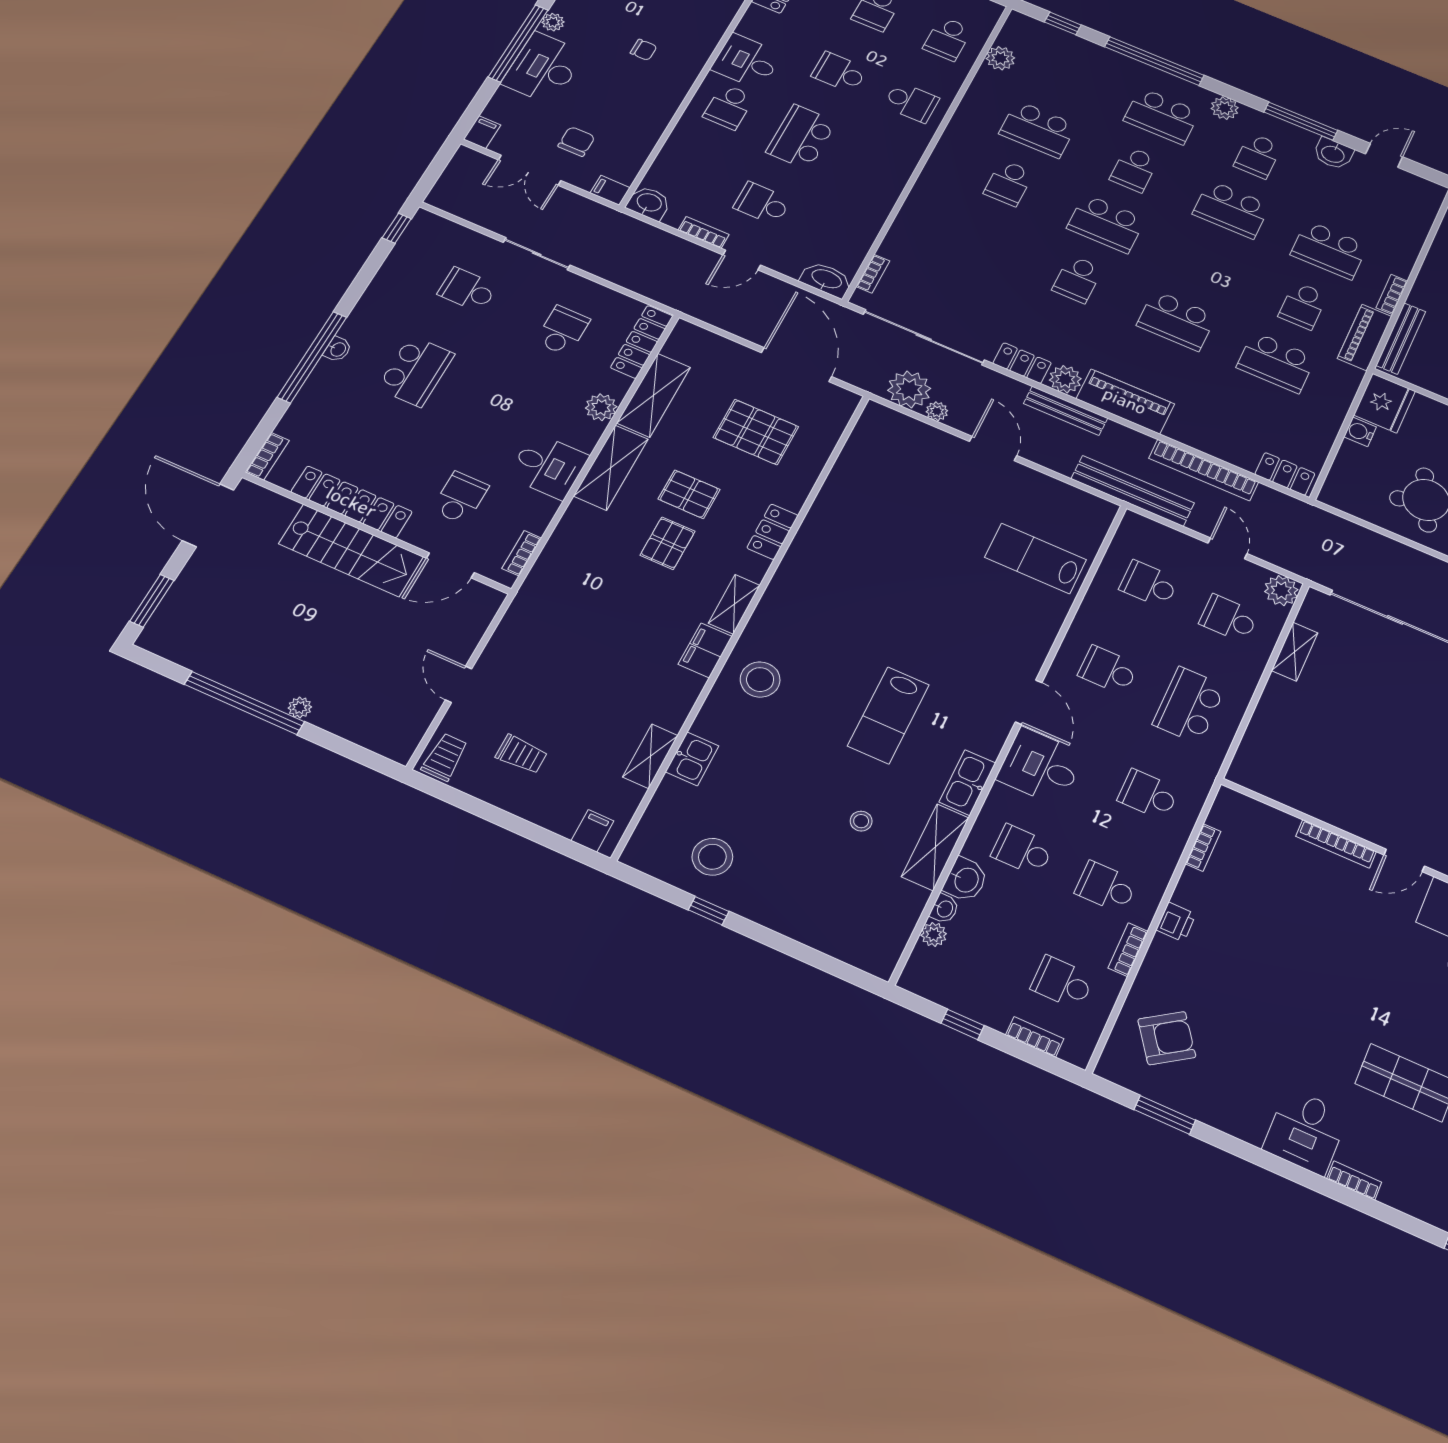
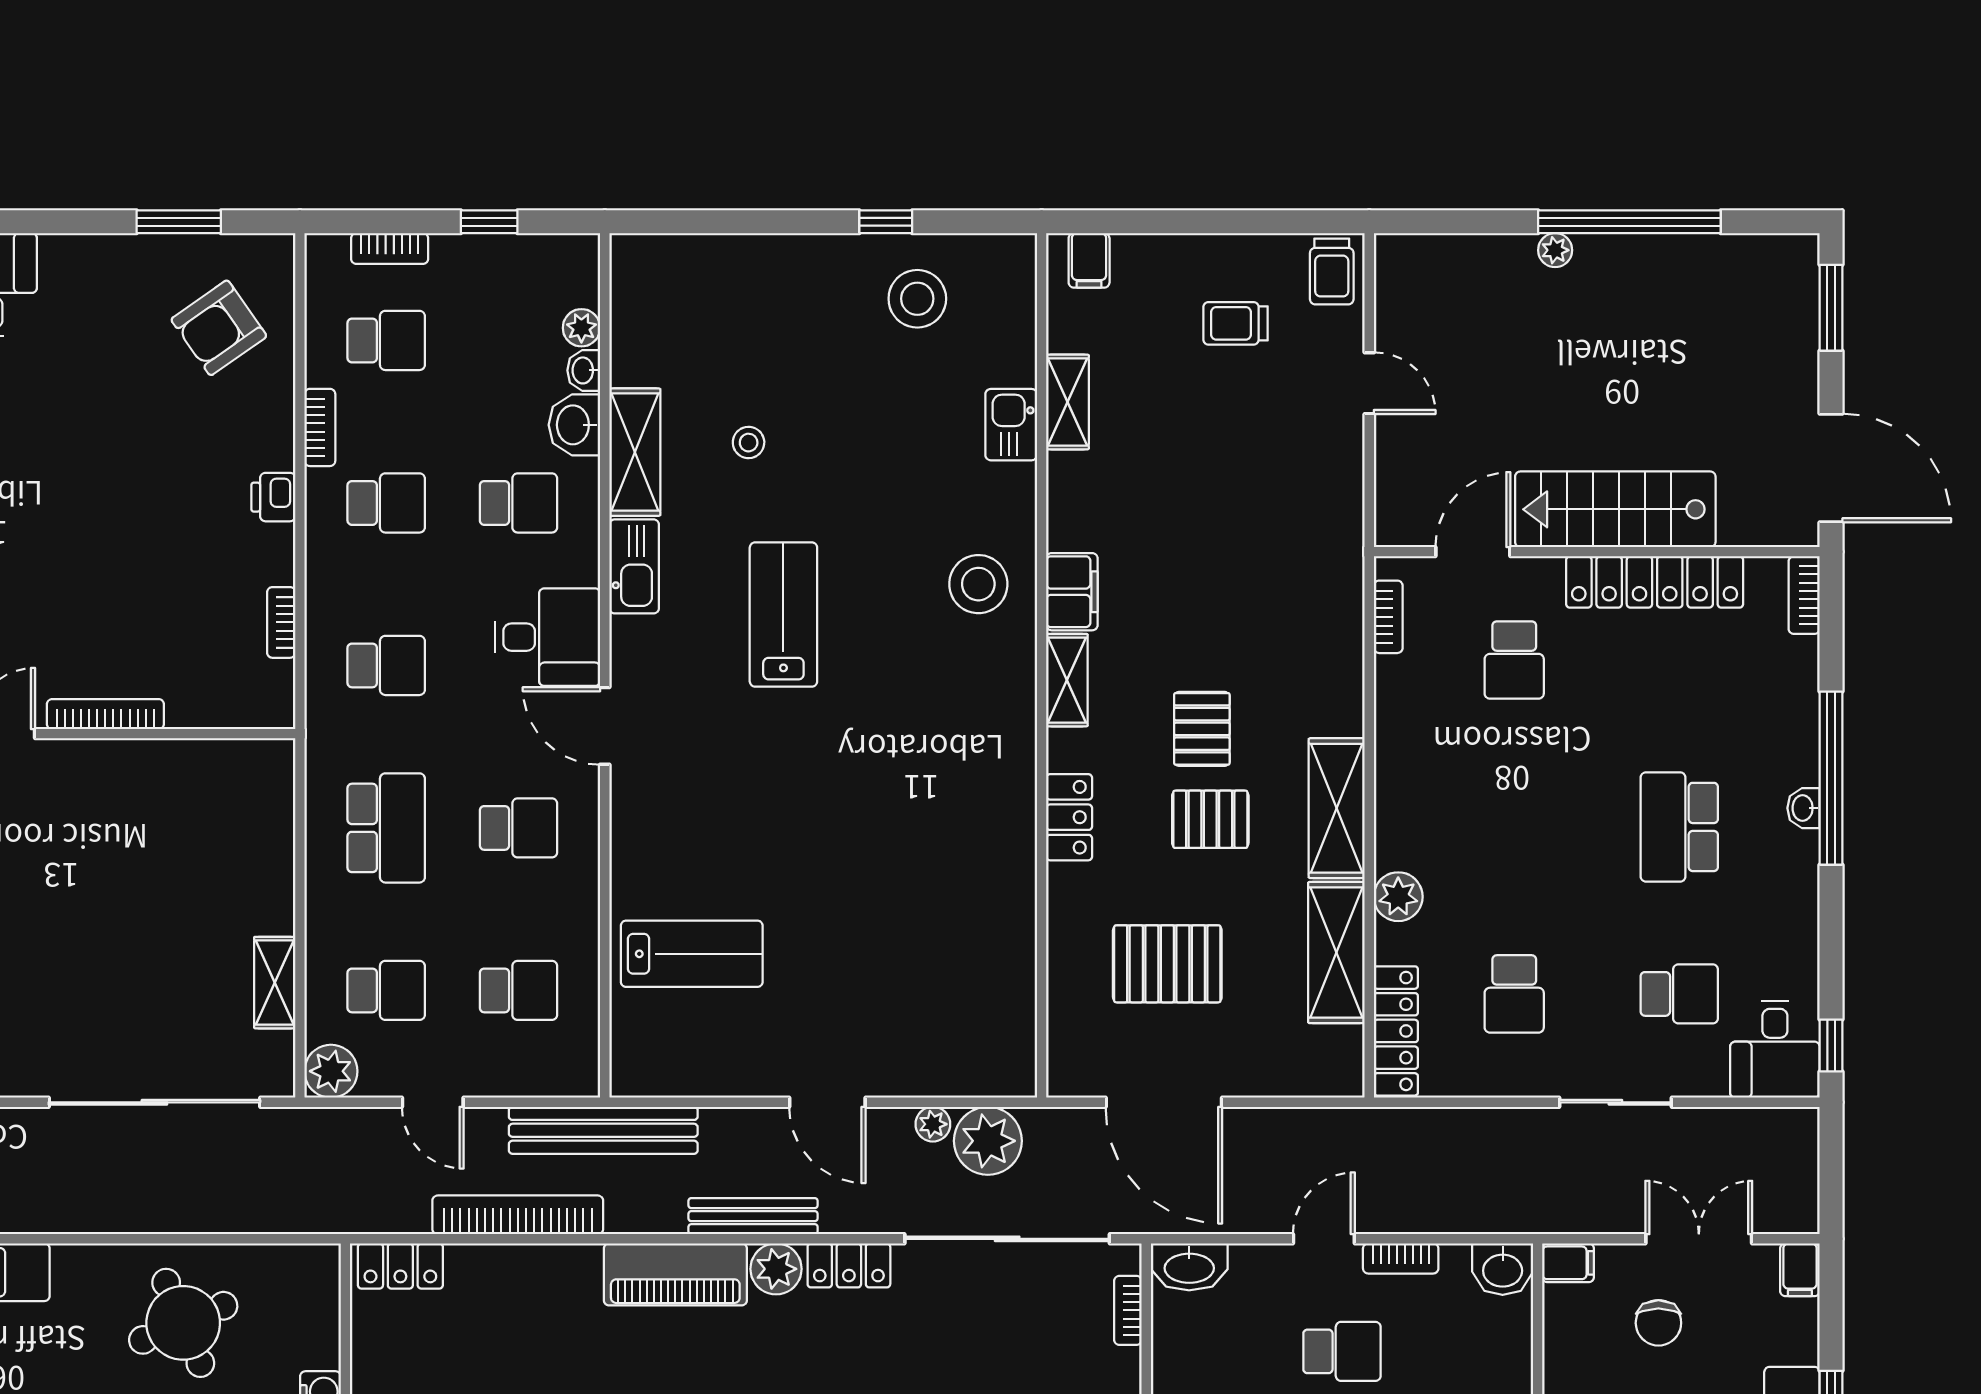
desk: (548, 466) -> (1775, 1049), moved, turned -90

